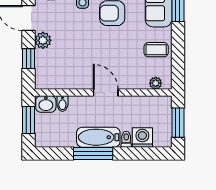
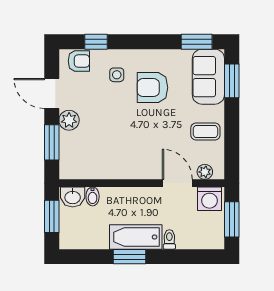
window: (28, 59) -> (52, 142), width x1.50
door: (106, 93) -> (177, 183), moved
washing machine: (142, 137) -> (209, 199), moved, turned 180
window: (93, 154) -> (130, 257), width x0.69

